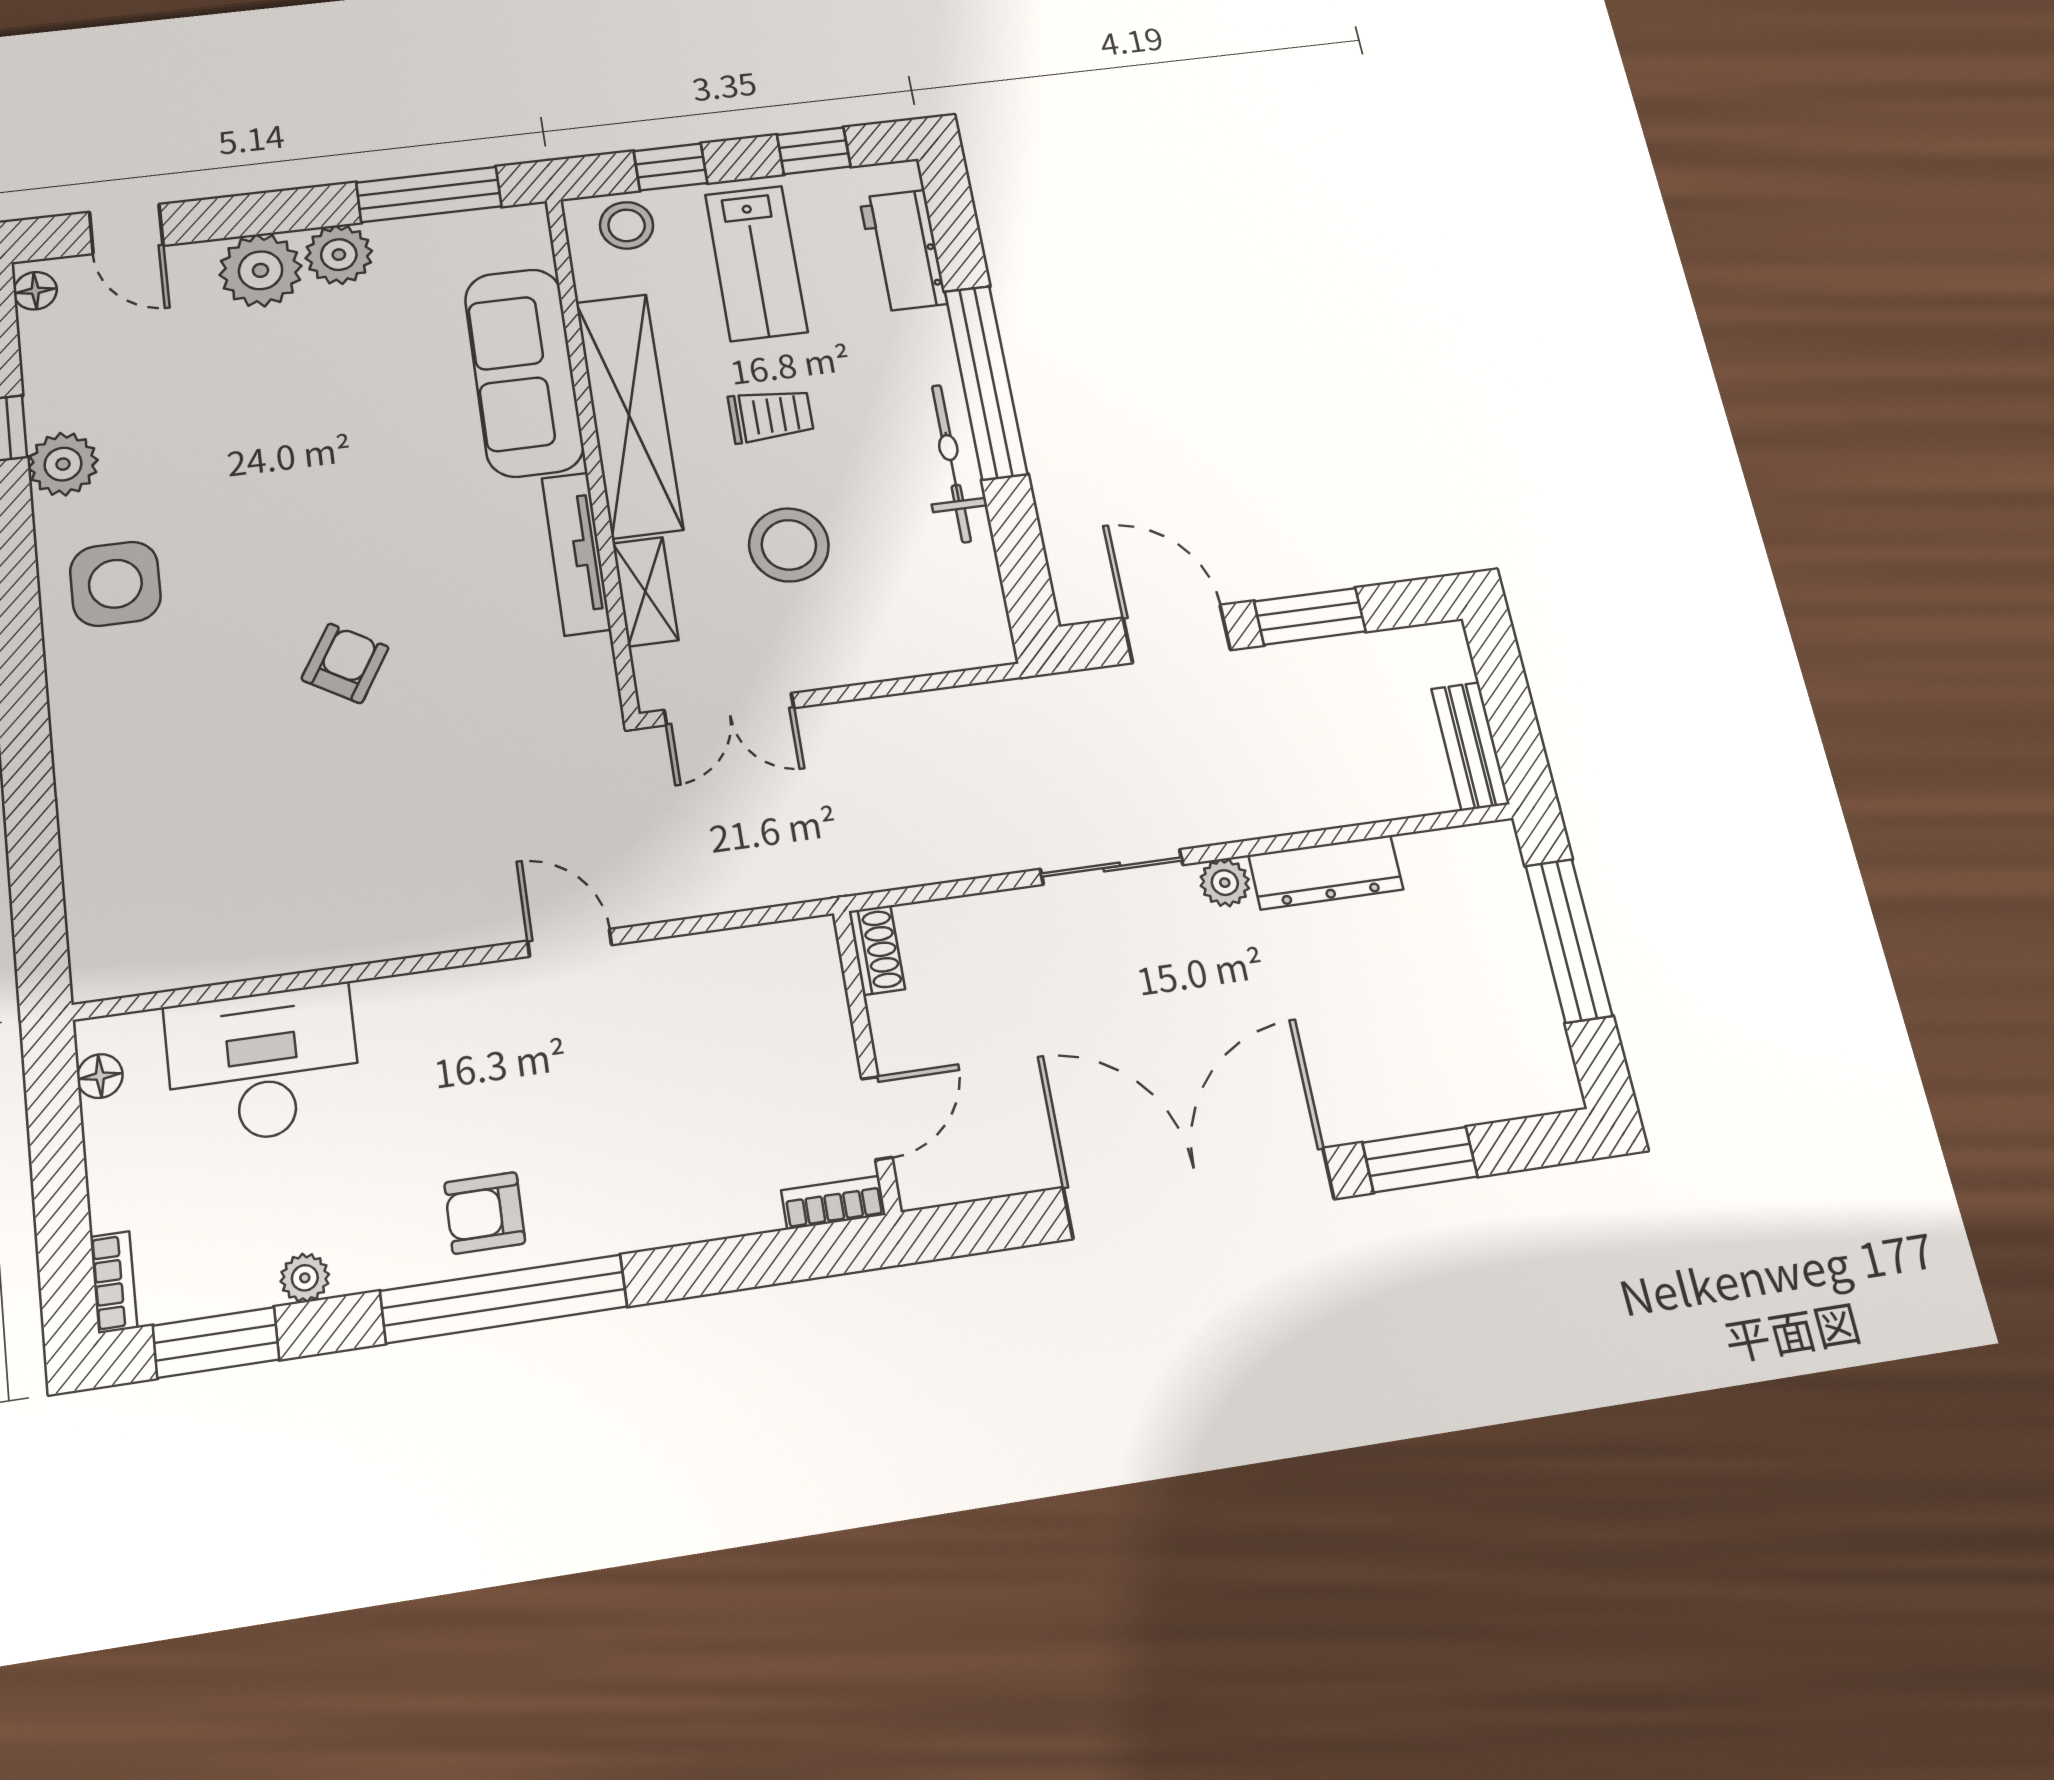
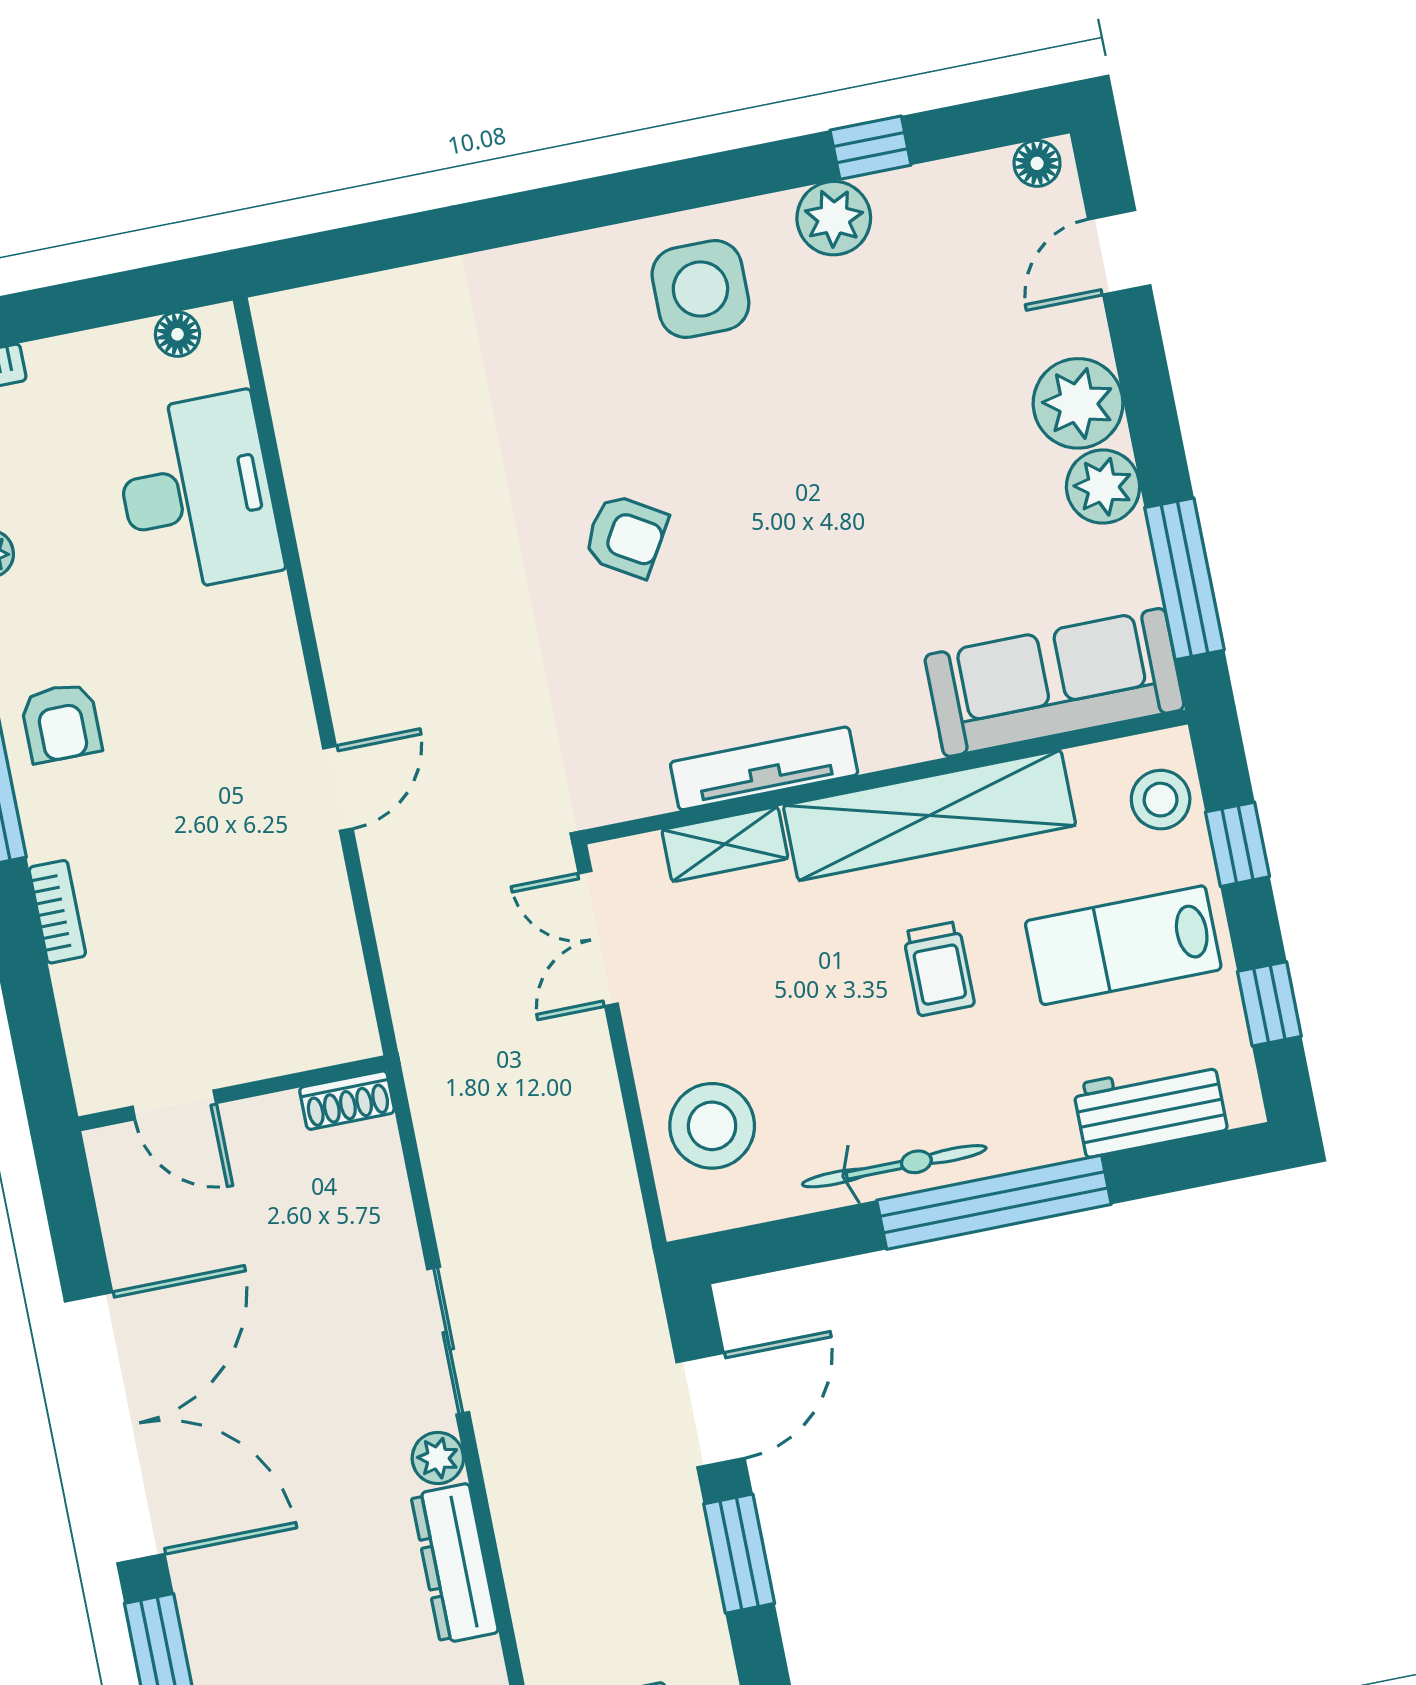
sofa: (524, 372) -> (1054, 682), moved
stool: (789, 545) -> (712, 1126), moved
bookcase: (833, 1203) -> (57, 912), moved
armchair: (485, 1213) -> (61, 723), turned 180

